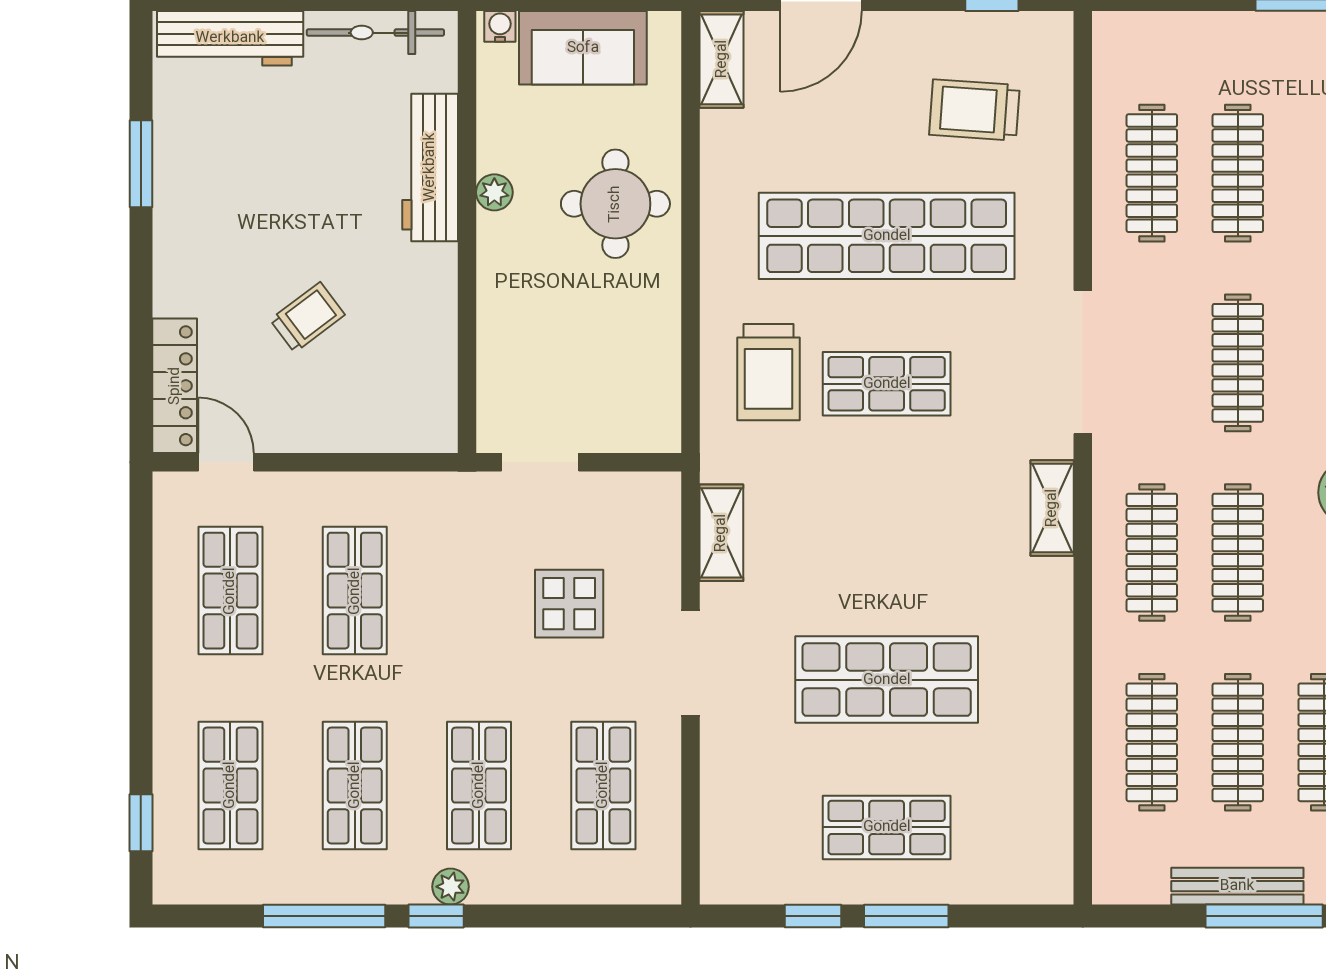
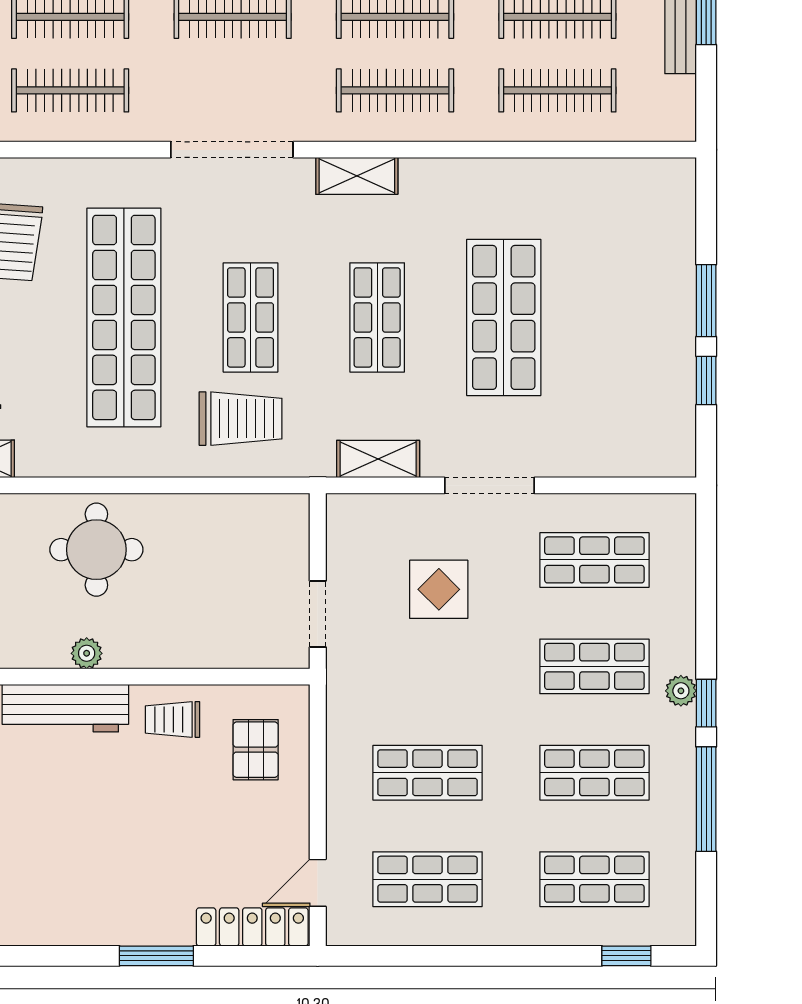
window: (141, 164) -> (156, 956), moved
trolley: (307, 317) -> (173, 719), moved, turned -53
pallet: (382, 390) -> (256, 750), added
shop shelf: (887, 827) -> (377, 317), moved

